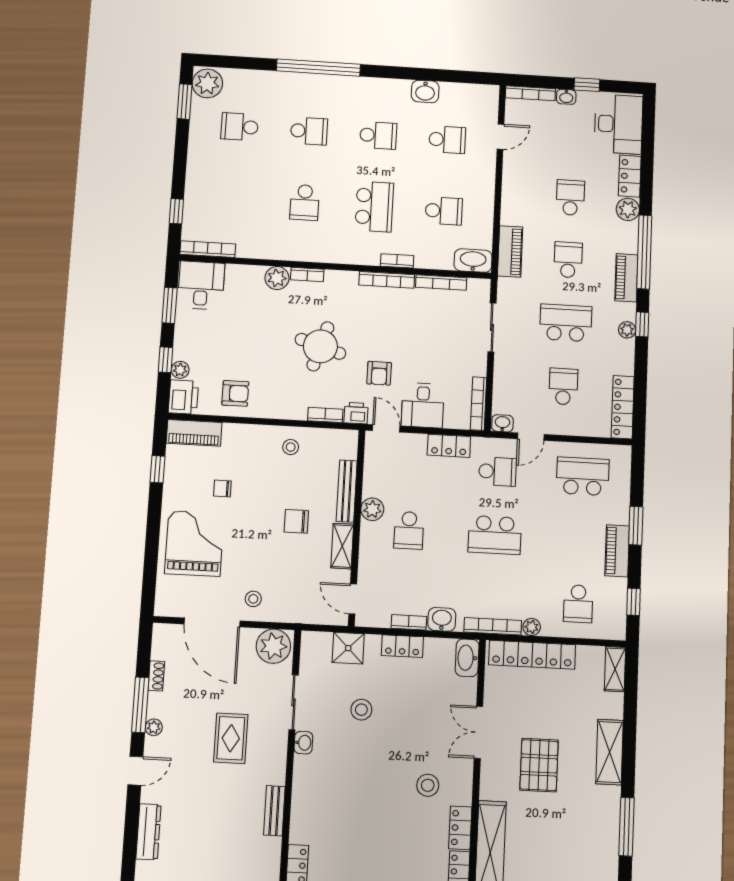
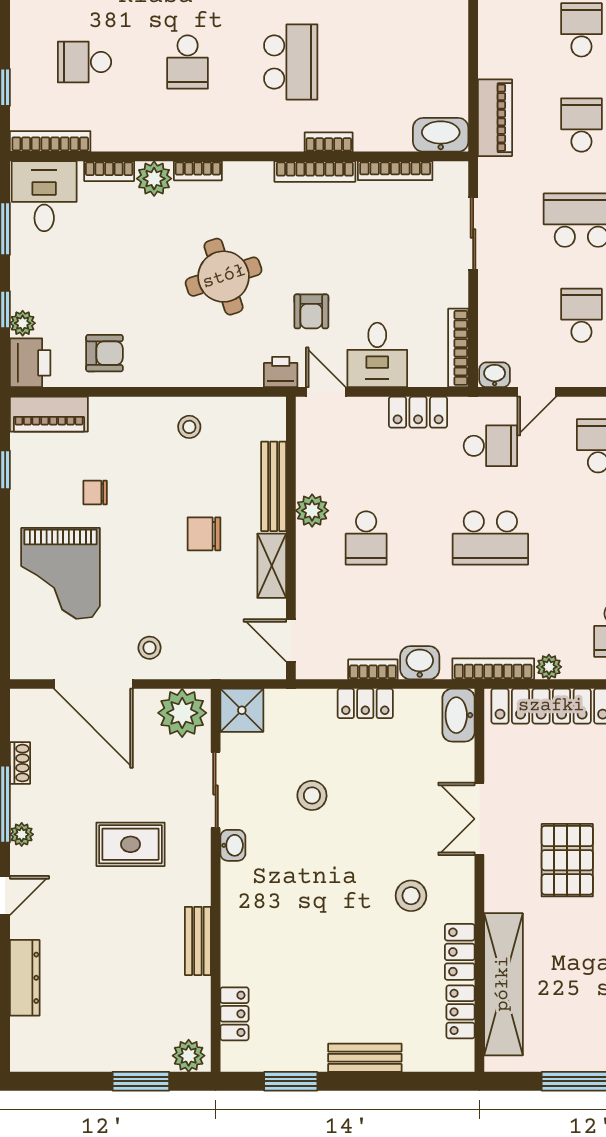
school desk: (444, 211) -> (84, 62), moved, turned 180
round table: (320, 346) -> (224, 277), turned -35
bookcase: (325, 415) -> (109, 171), moved, turned 180
grand piano: (194, 543) -> (61, 573), turned 180
shower: (348, 648) -> (242, 710), moved
rug: (231, 738) -> (131, 844), turned 90

